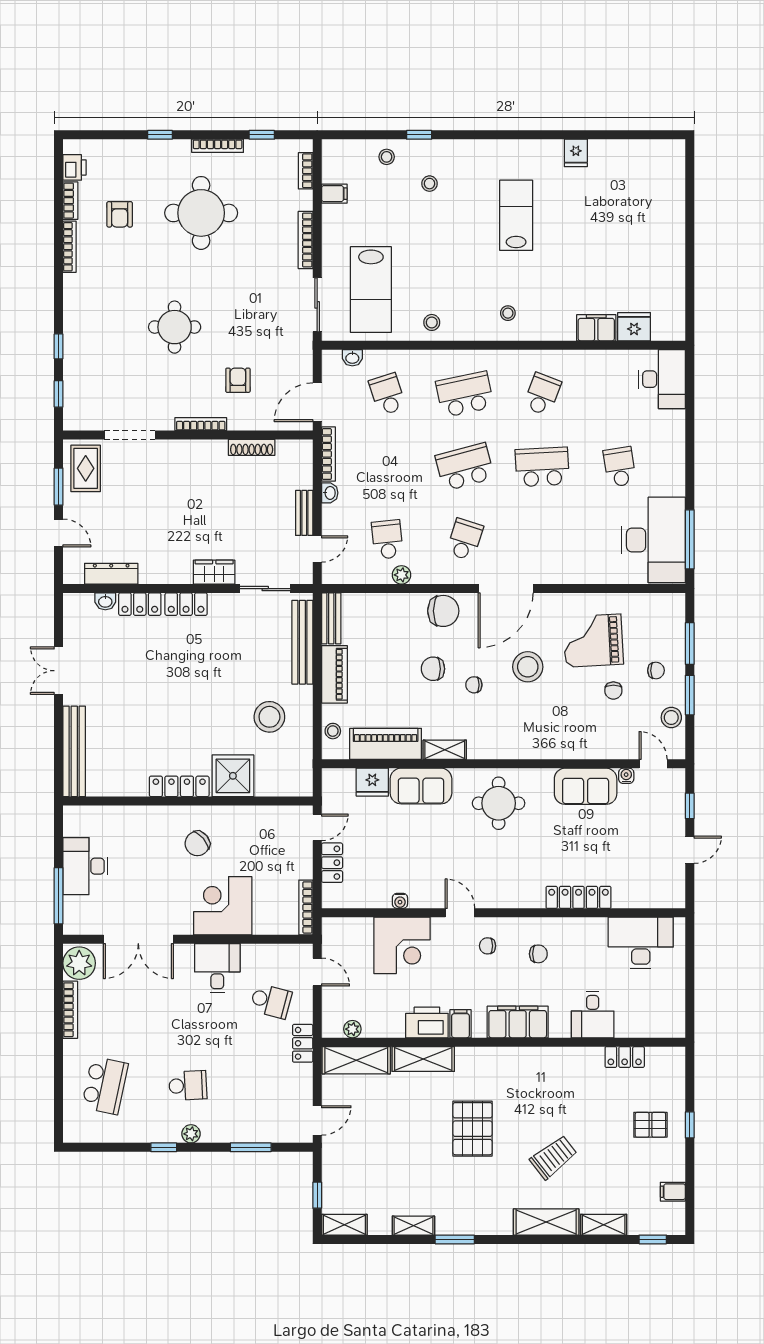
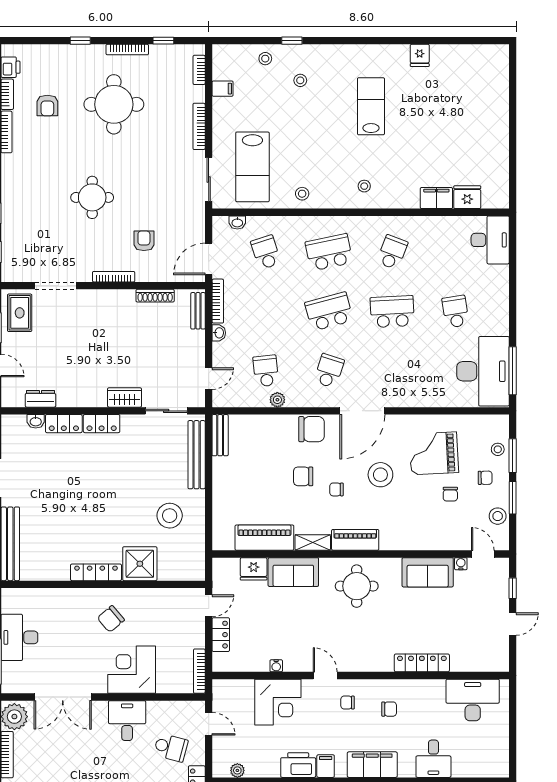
bench: (304, 513) -> (198, 311), moved
dresser: (111, 574) -> (40, 399), width x0.70
piano: (334, 674) -> (355, 540), moved, turned -90
stool: (333, 731) -> (498, 449), moved

